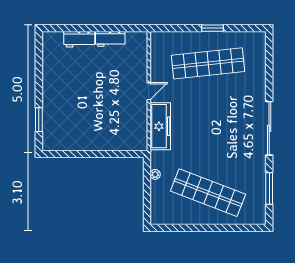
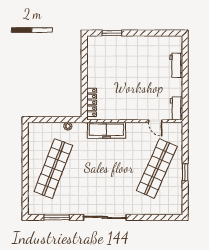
workbench: (110, 39) -> (176, 108), moved
shop shelf: (208, 63) -> (157, 169), turned 30
door: (149, 91) -> (155, 121), moved
locker: (126, 145) -> (92, 102), added

